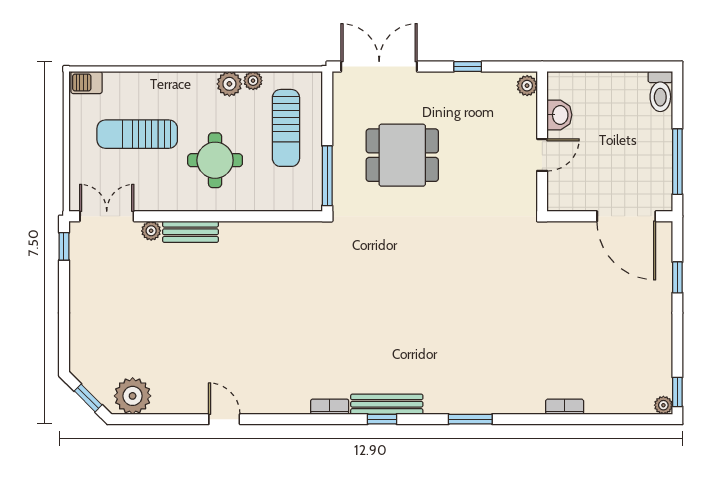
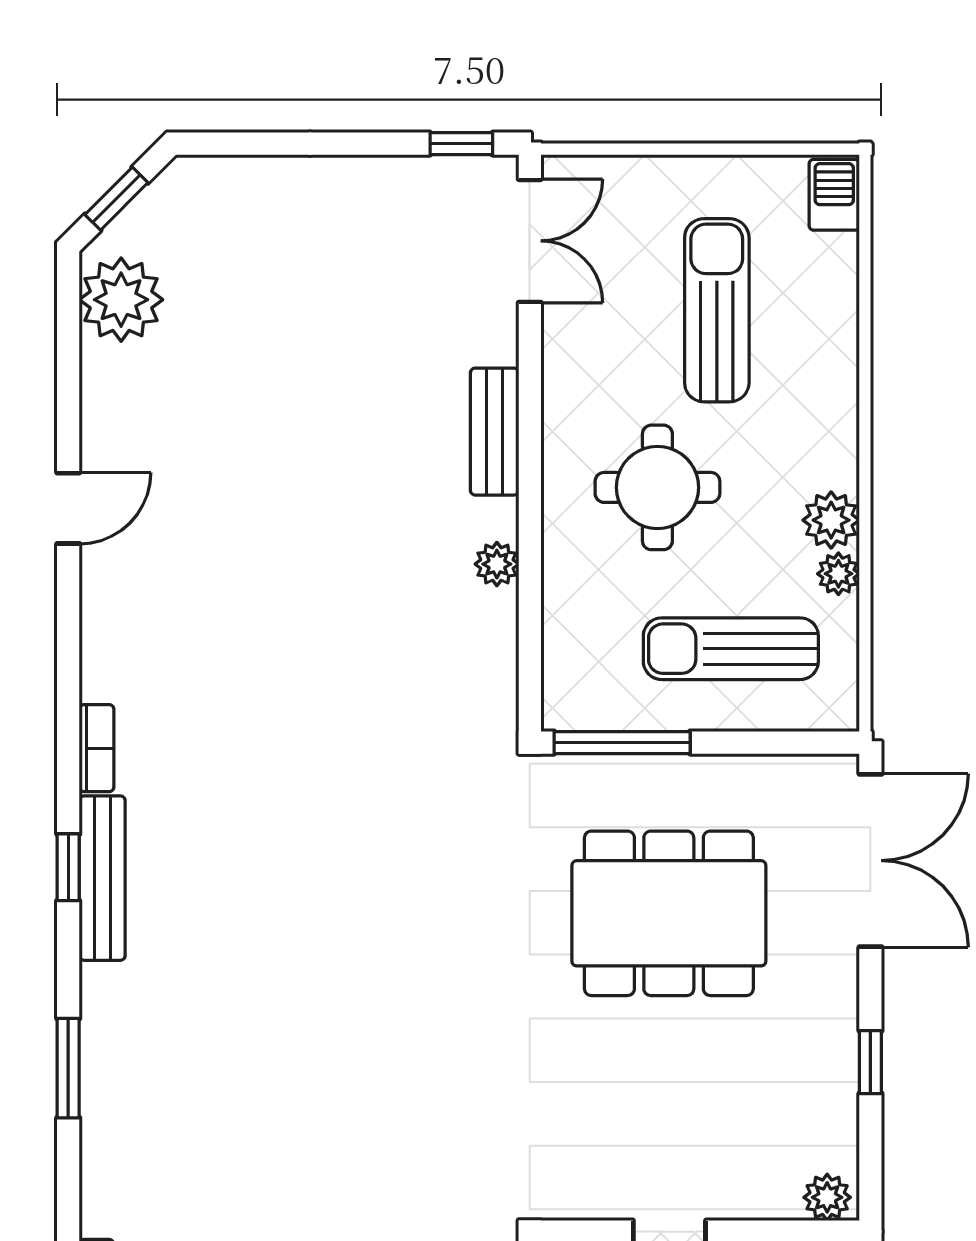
dining table: (402, 155) -> (669, 913), width x1.38
plant: (151, 231) -> (497, 564), moved

